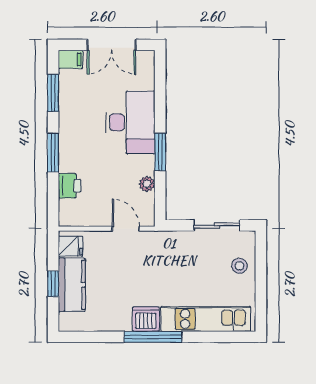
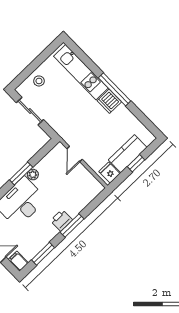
plant: (147, 184) -> (33, 175), moved
printer: (69, 186) -> (61, 220), moved

